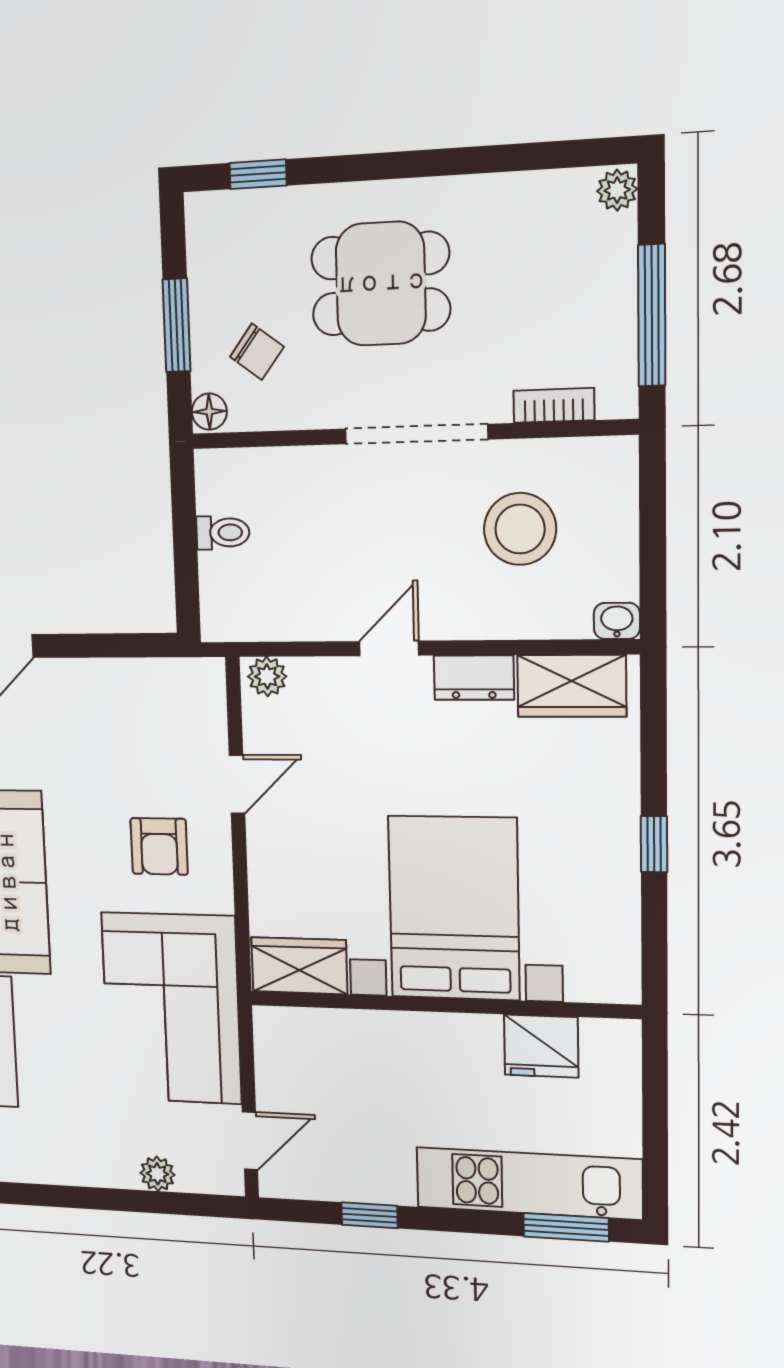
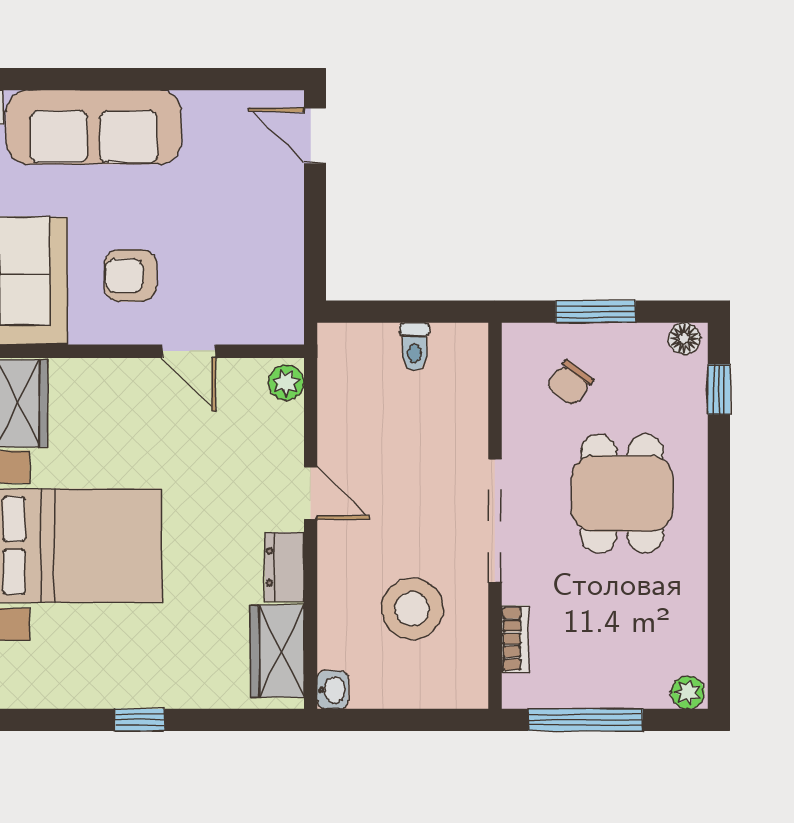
floor lamp: (209, 412) -> (684, 338), moved

